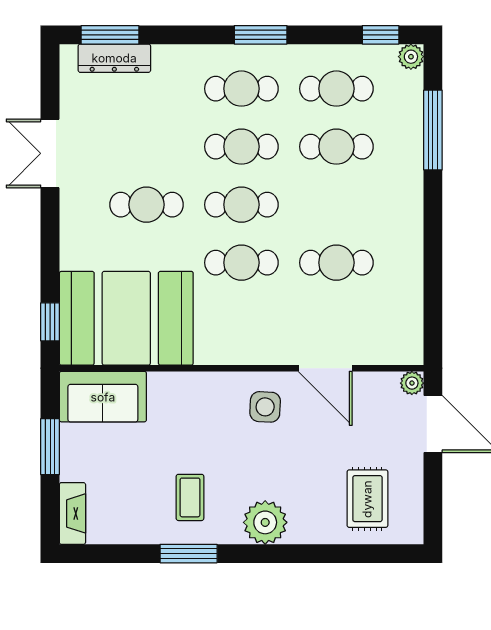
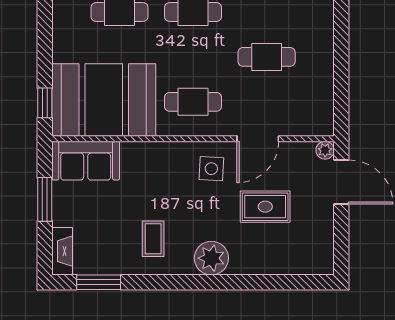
cafe table: (241, 263) -> (193, 102), moved
door: (325, 368) -> (258, 139), hinge flipped
rug: (367, 499) -> (265, 207), moved, turned 90
window: (189, 554) -> (99, 282), moved

